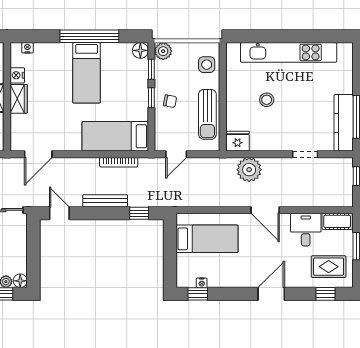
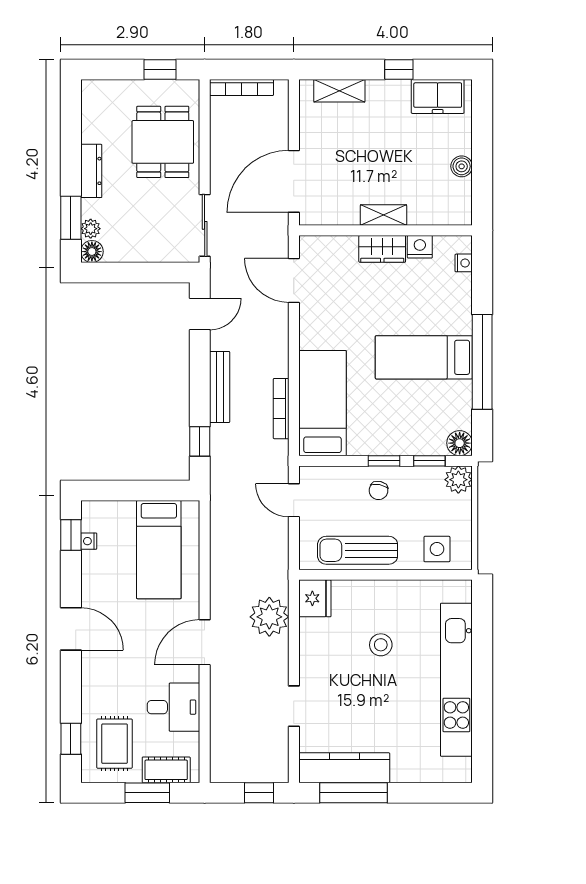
cot: (337, 221) -> (166, 770), moved, turned 90
door: (271, 294) -> (71, 629), moved

